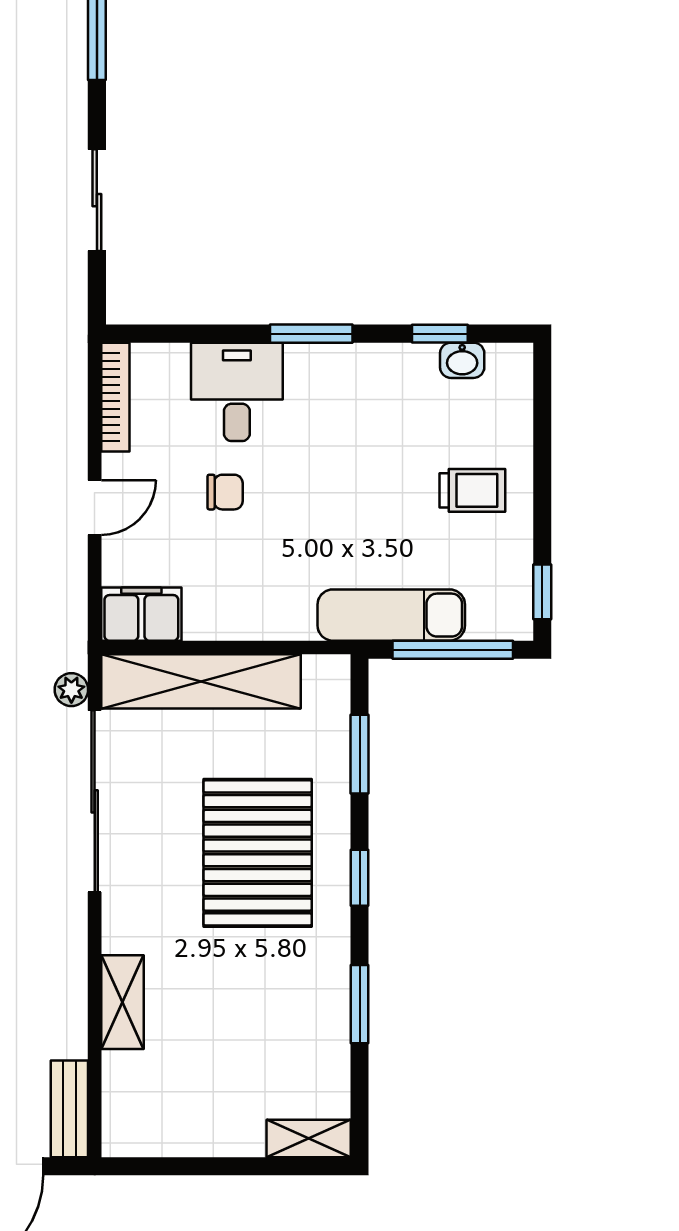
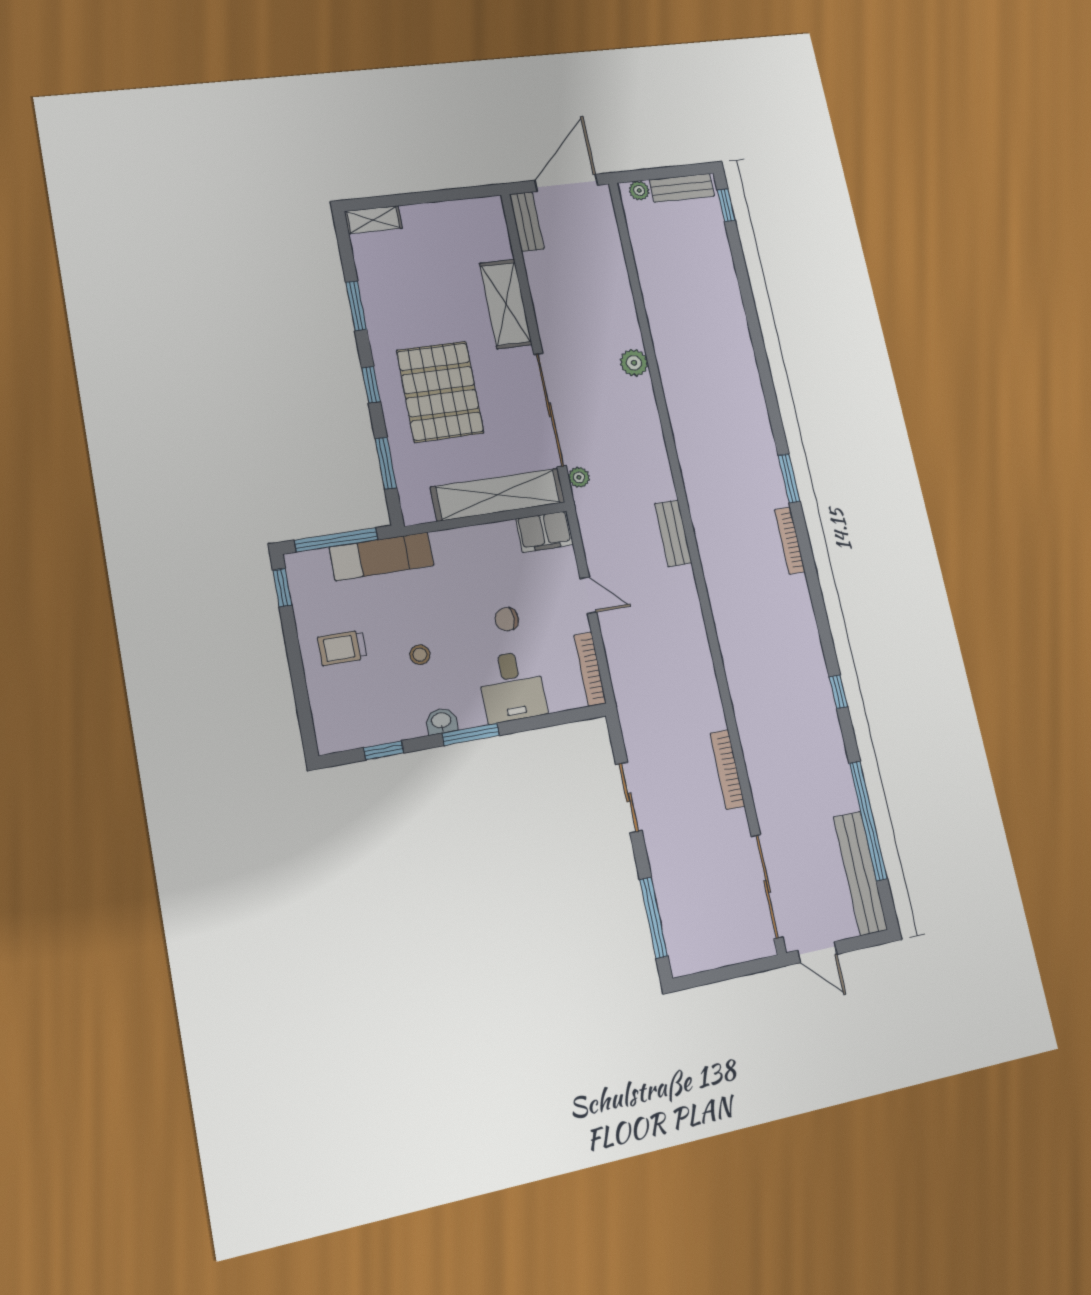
washbasin: (462, 360) -> (441, 721), moved
stool: (363, 462) -> (420, 655), added
door: (95, 507) -> (588, 595), swing flipped
shelving: (122, 1002) -> (506, 304), width x1.50, depth x1.33

